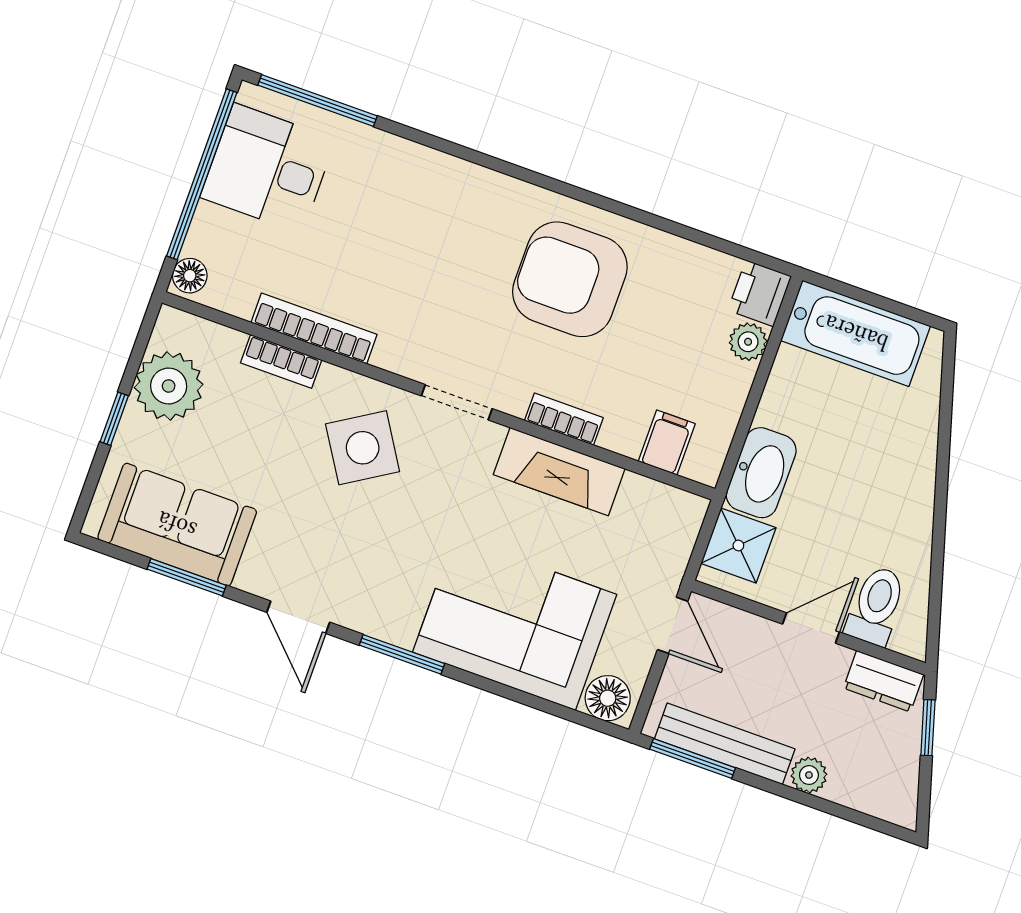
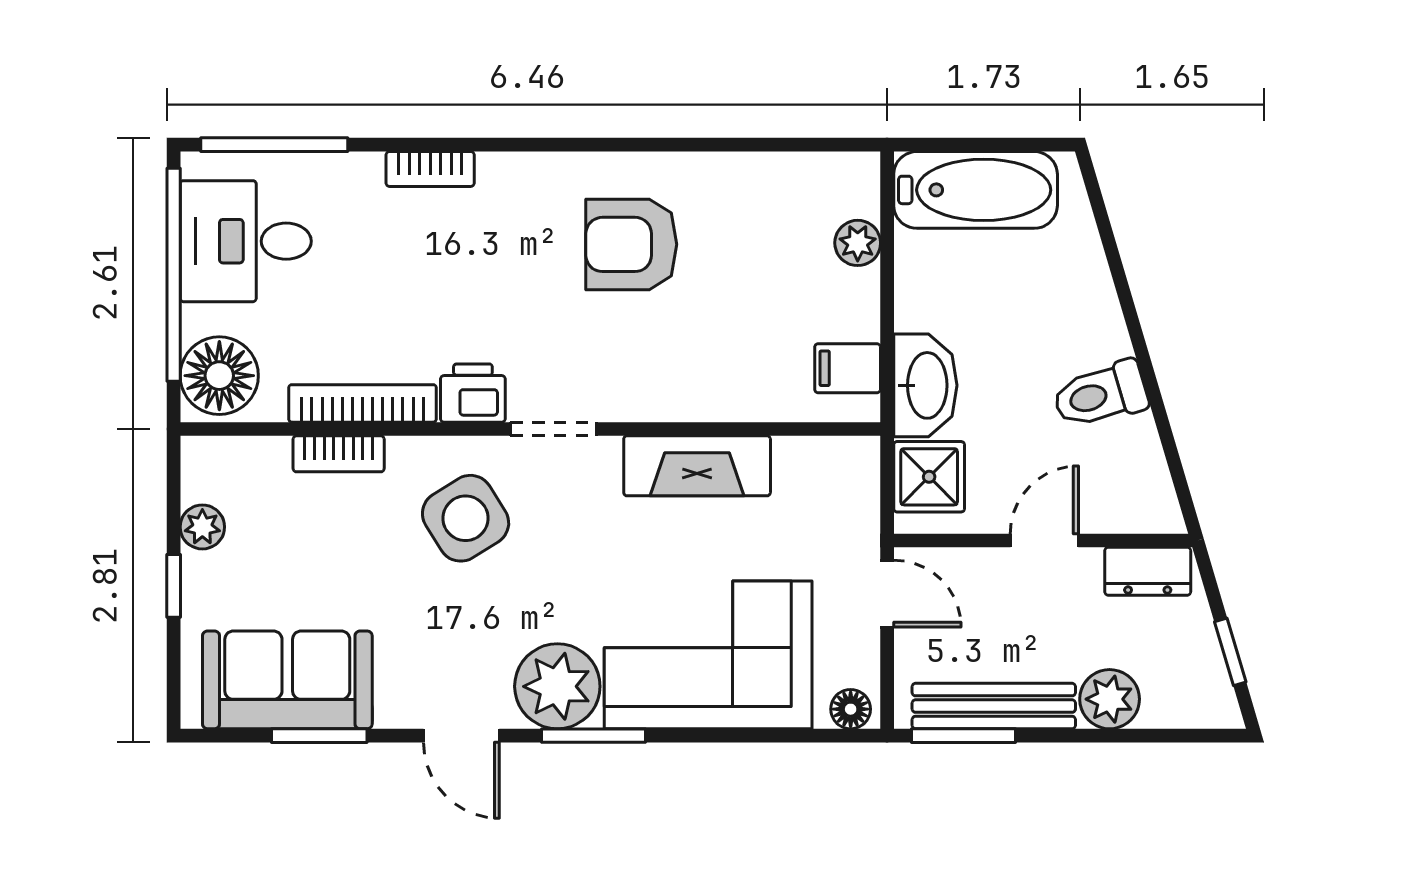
floor lamp: (190, 276) -> (219, 376), width x1.89, depth x1.89
armchair: (570, 279) -> (631, 244), width x0.73, depth x0.73
printer: (760, 293) -> (473, 393), moved, turned 90
plant: (169, 386) -> (202, 527), width x0.53, depth x0.53
bookcase: (564, 419) -> (430, 169), moved, turned 180
filing cabinet: (667, 442) -> (848, 368), moved, turned -90
plant: (388, 606) -> (557, 686), added
toilet: (876, 606) -> (1100, 395), moved, turned -106
floor lamp: (608, 698) -> (851, 709), width x0.73, depth x0.73
window: (928, 728) -> (1230, 652), moved
plant: (809, 775) -> (1110, 699), width x1.38, depth x1.38

